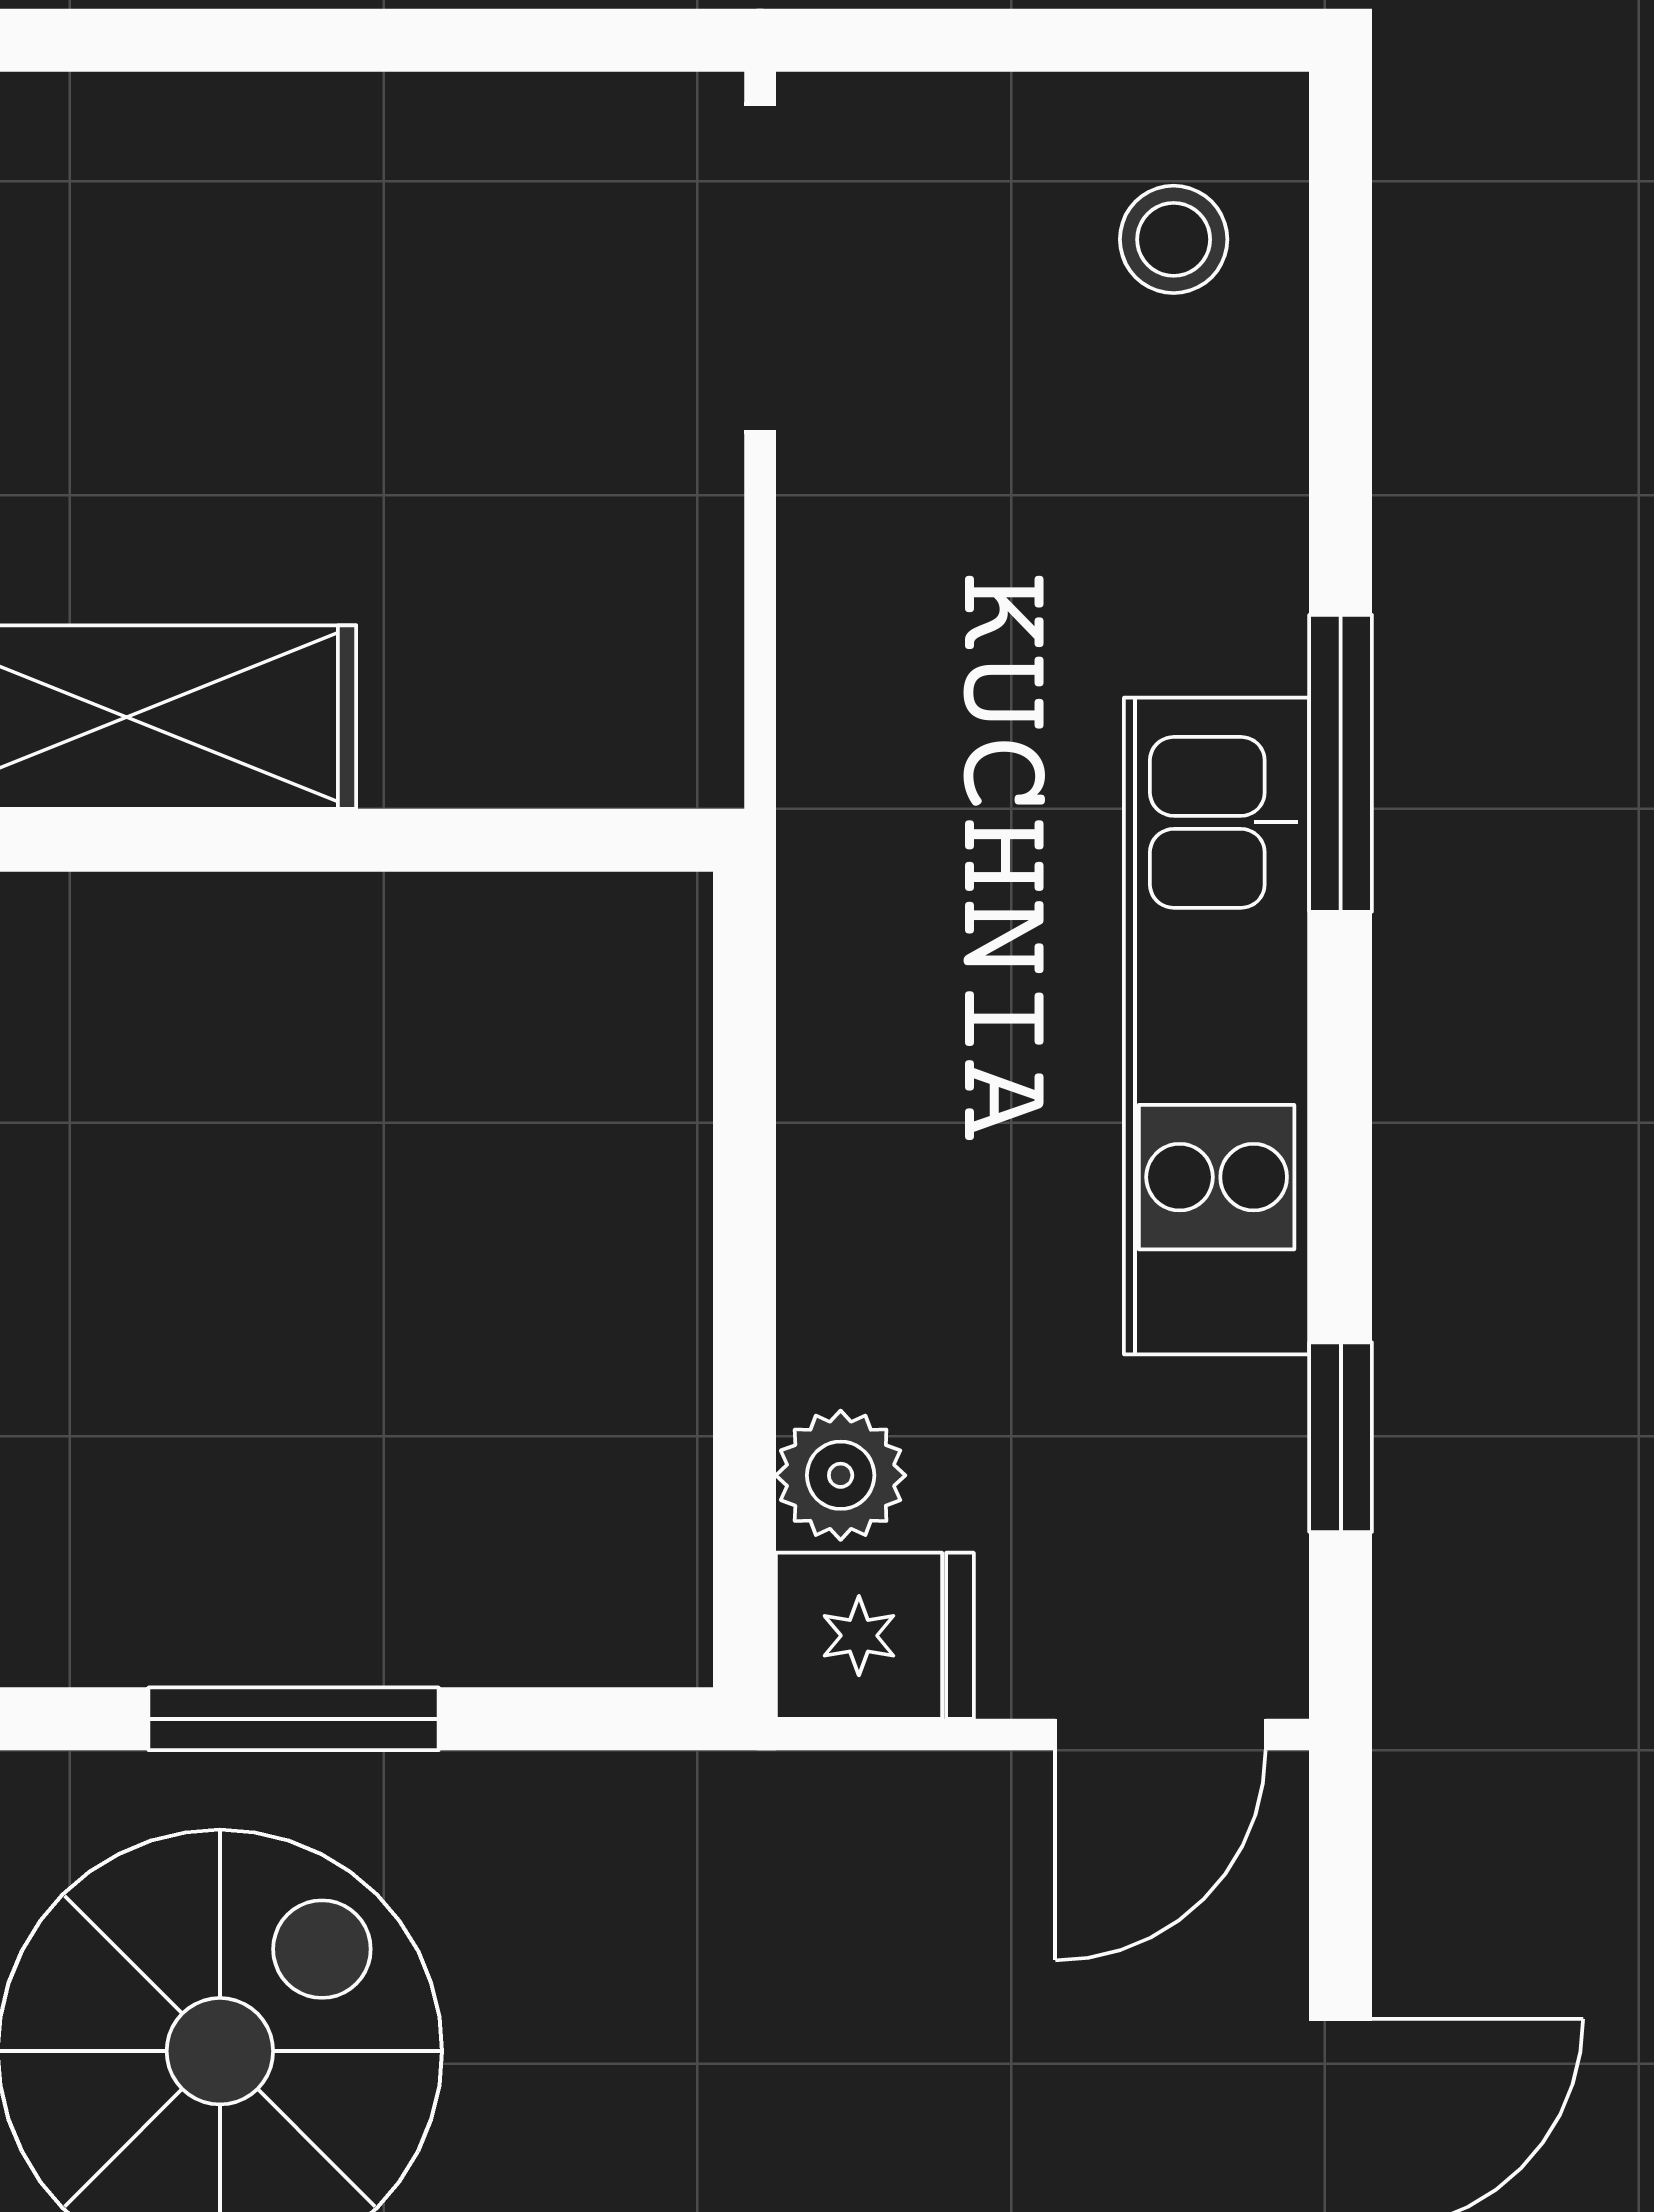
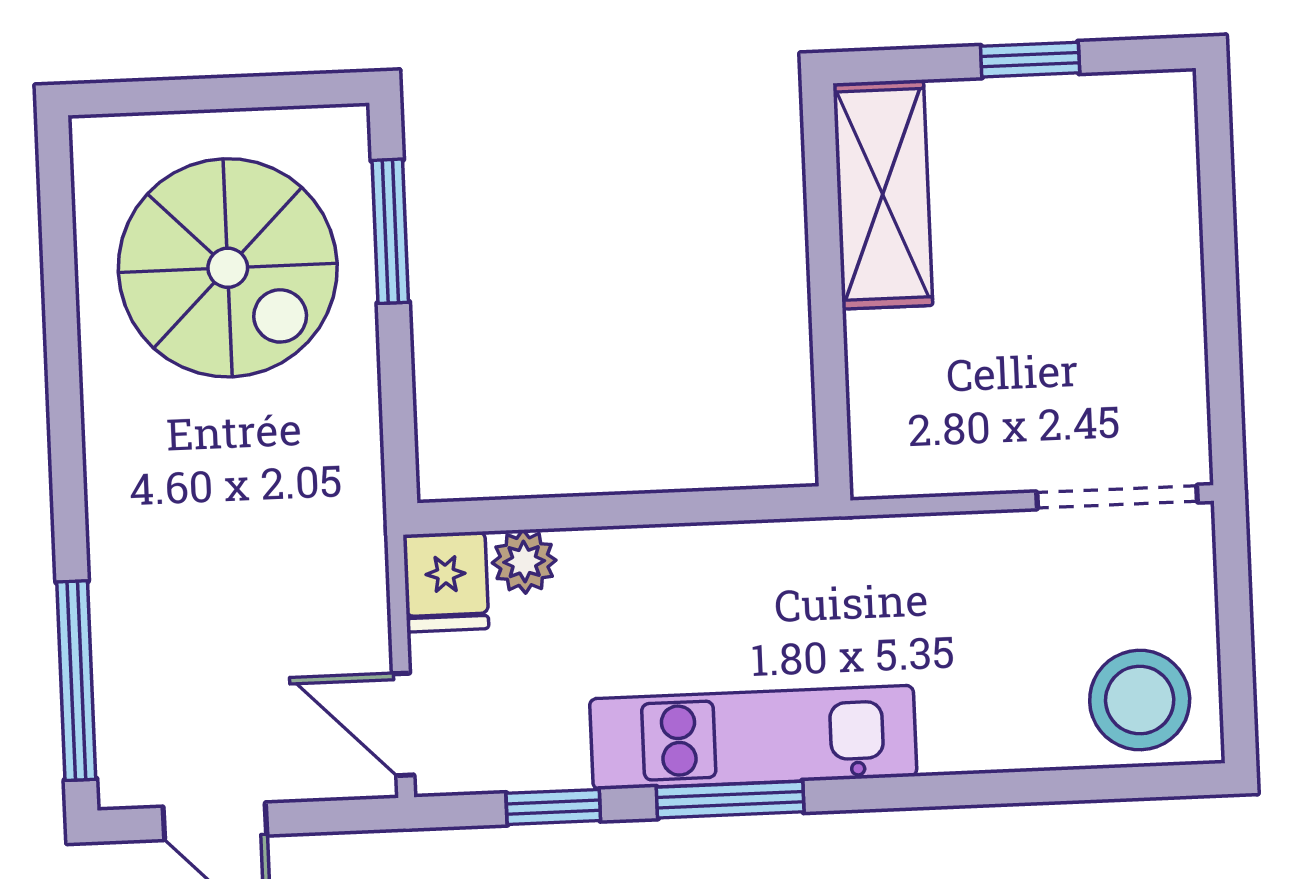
stool: (1174, 239) -> (1140, 700), width x1.89, depth x1.89
window: (1341, 763) -> (730, 800), moved
window: (294, 1719) -> (390, 231), moved

